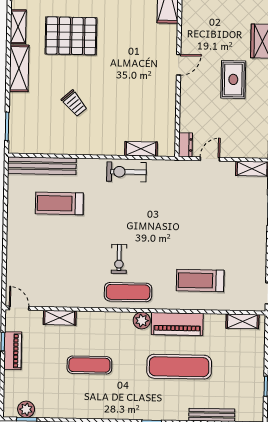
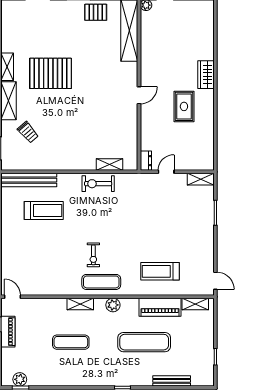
trolley: (74, 103) -> (28, 132), moved
treadmill: (59, 203) -> (44, 210), turned 180
shelving: (60, 318) -> (80, 304), moved
piano: (177, 324) -> (160, 307), moved

